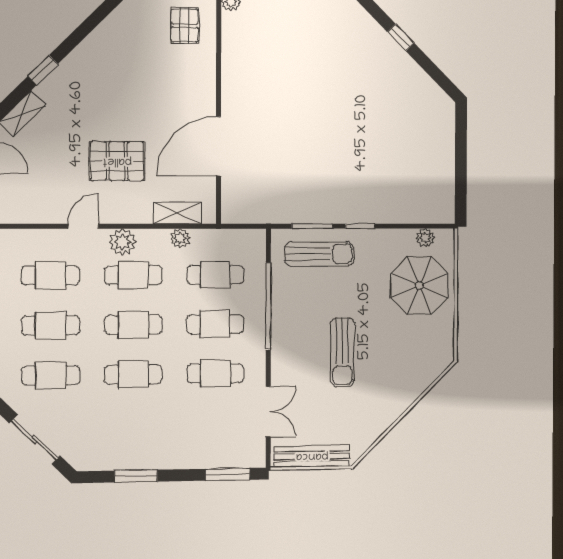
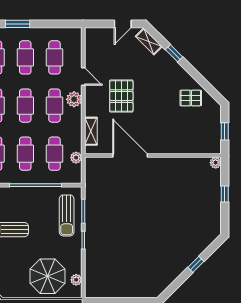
pallet: (185, 26) -> (191, 98), moved
plant: (180, 238) -> (76, 158), moved

